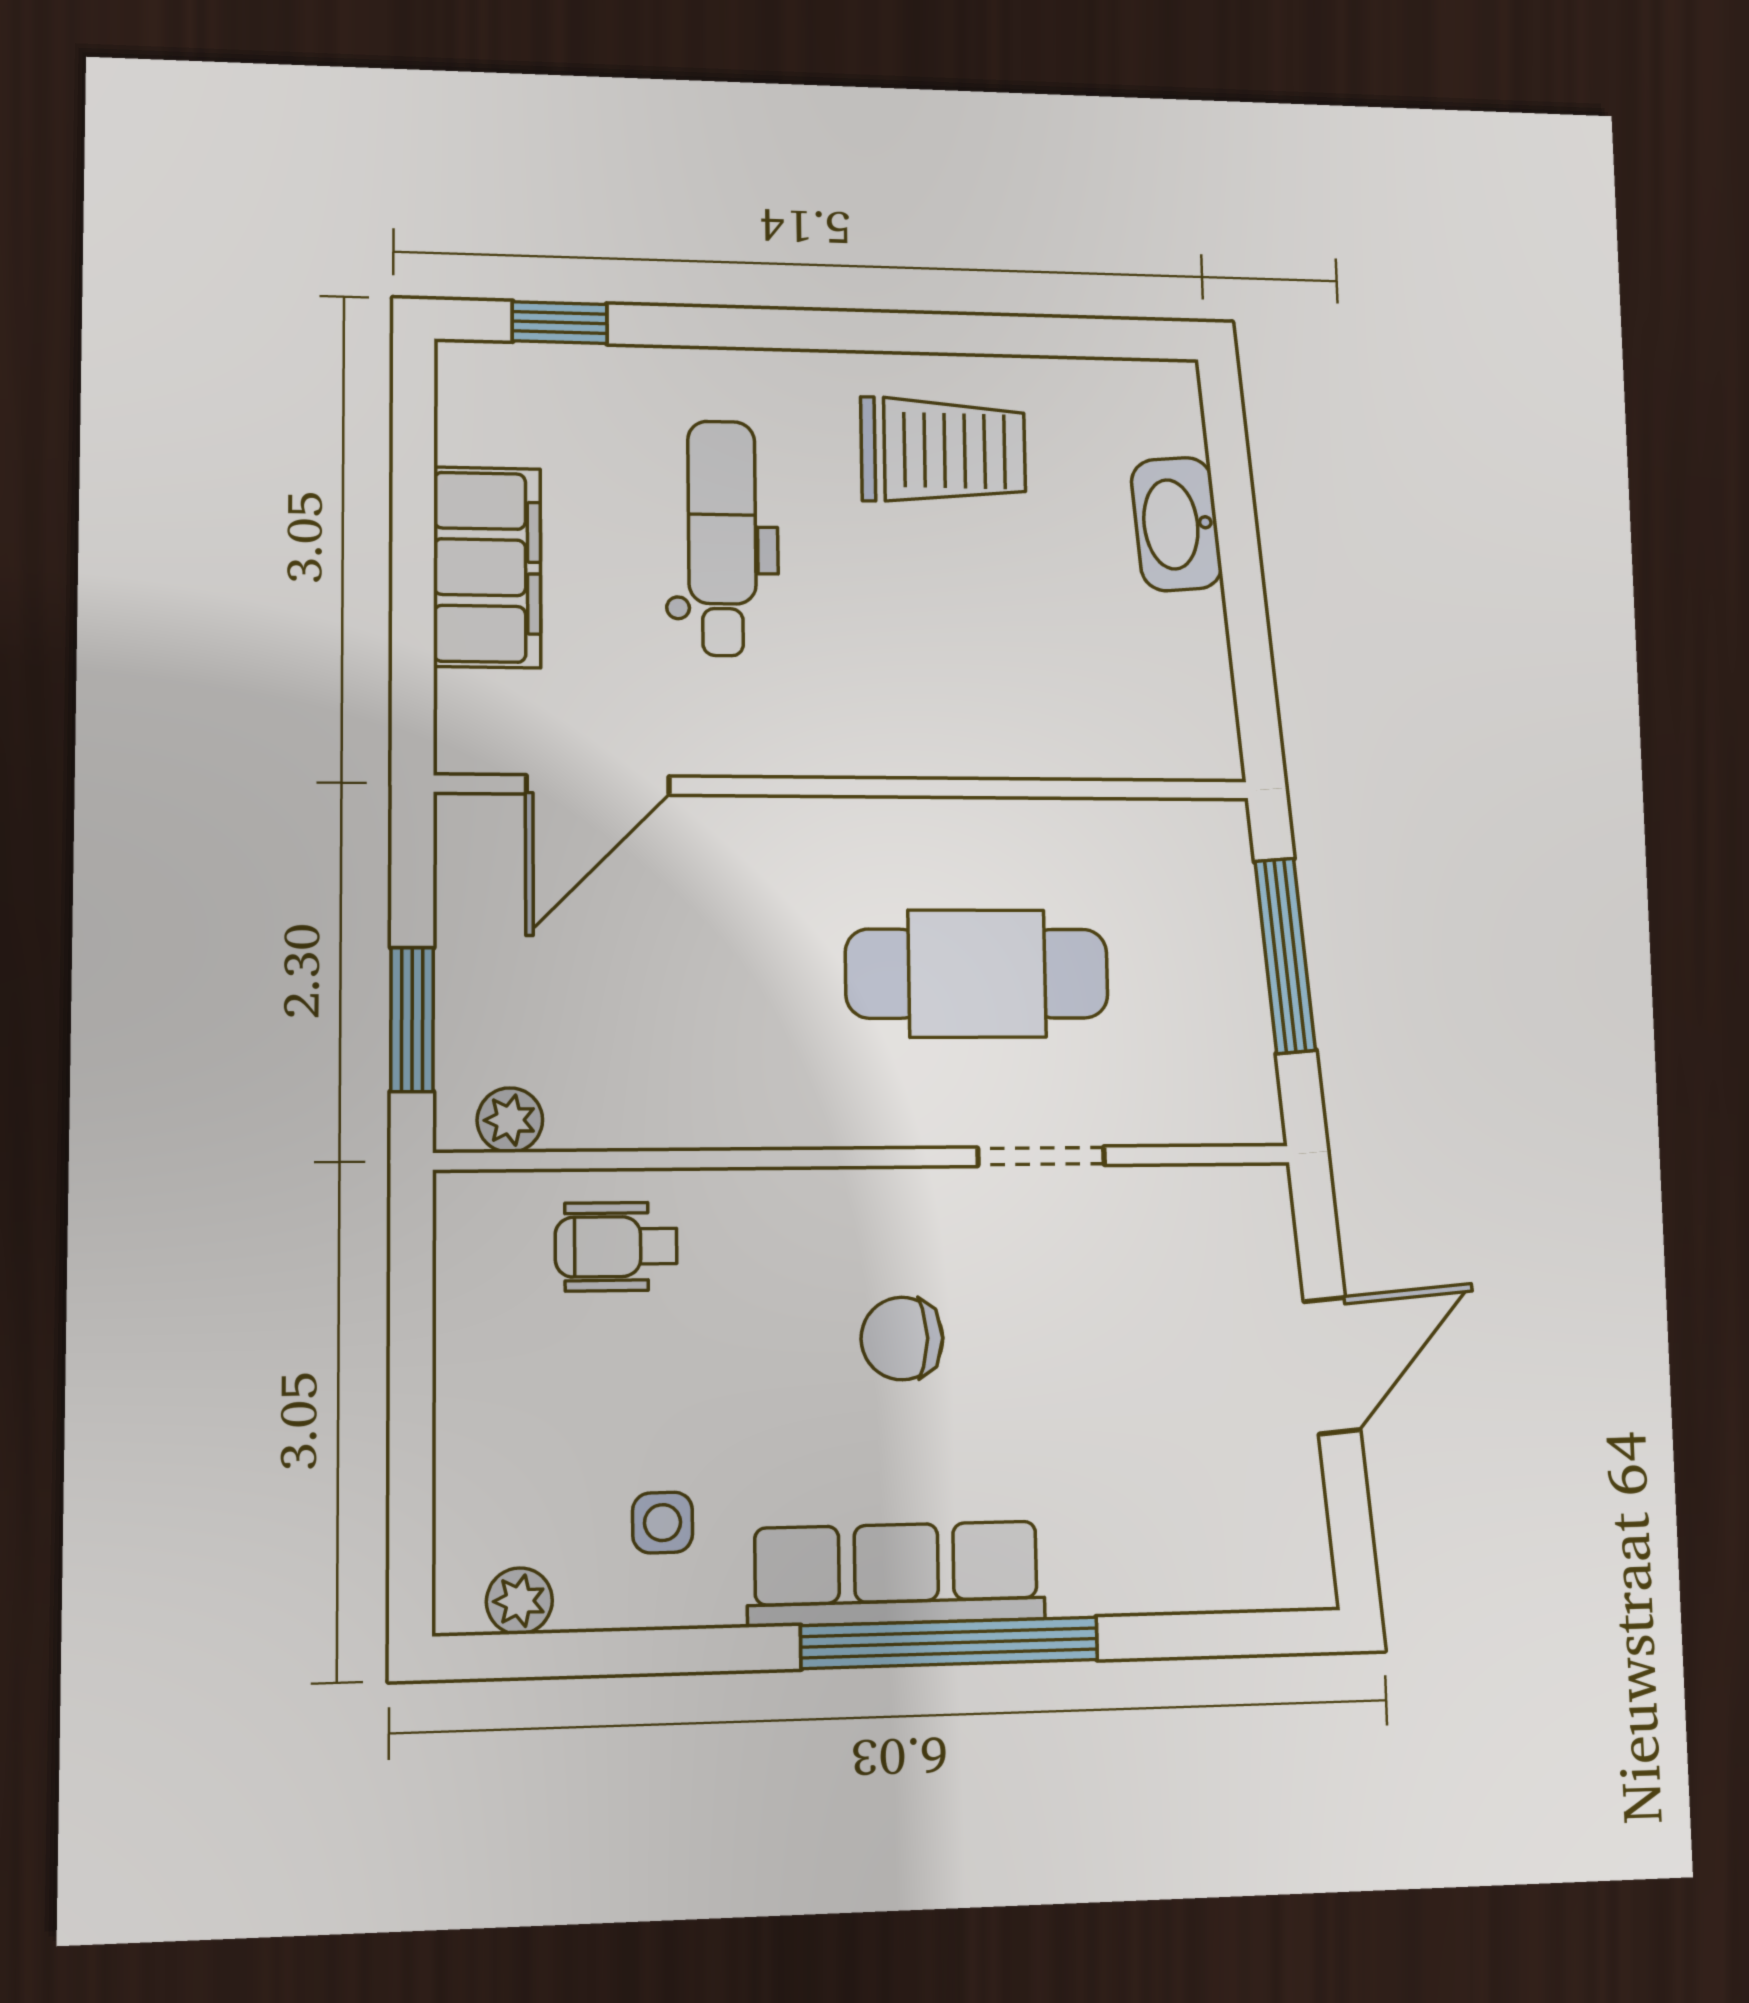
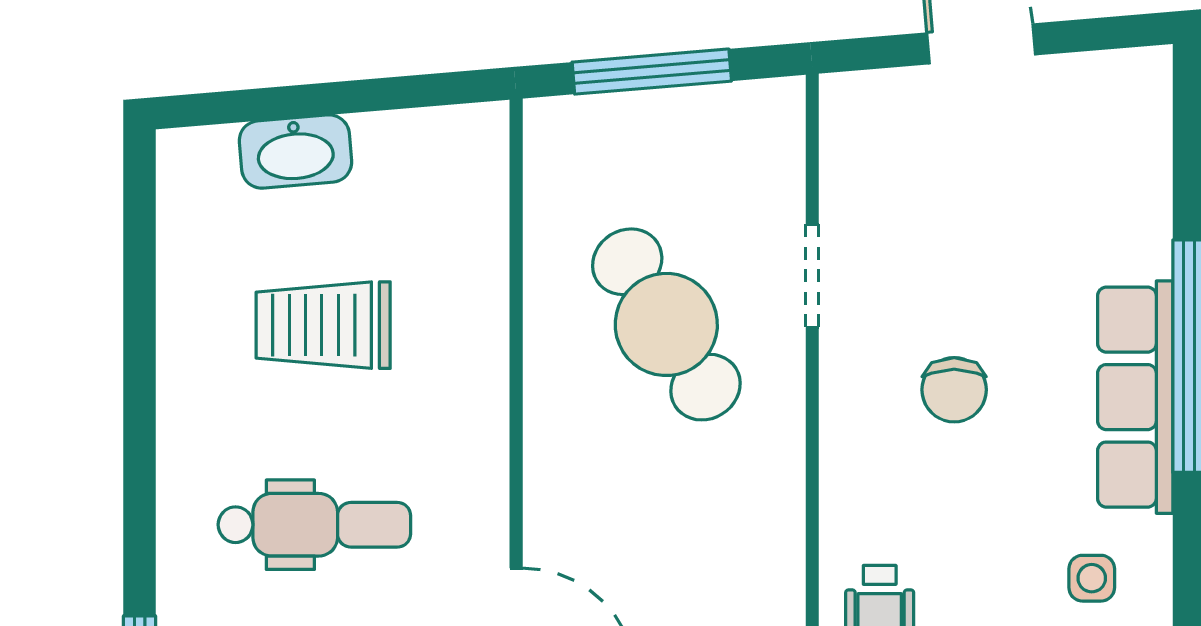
trolley: (943, 450) -> (323, 325), moved, turned -90
dental chair: (722, 538) -> (314, 525), turned 180
cafe table: (977, 974) -> (666, 324), turned -32

